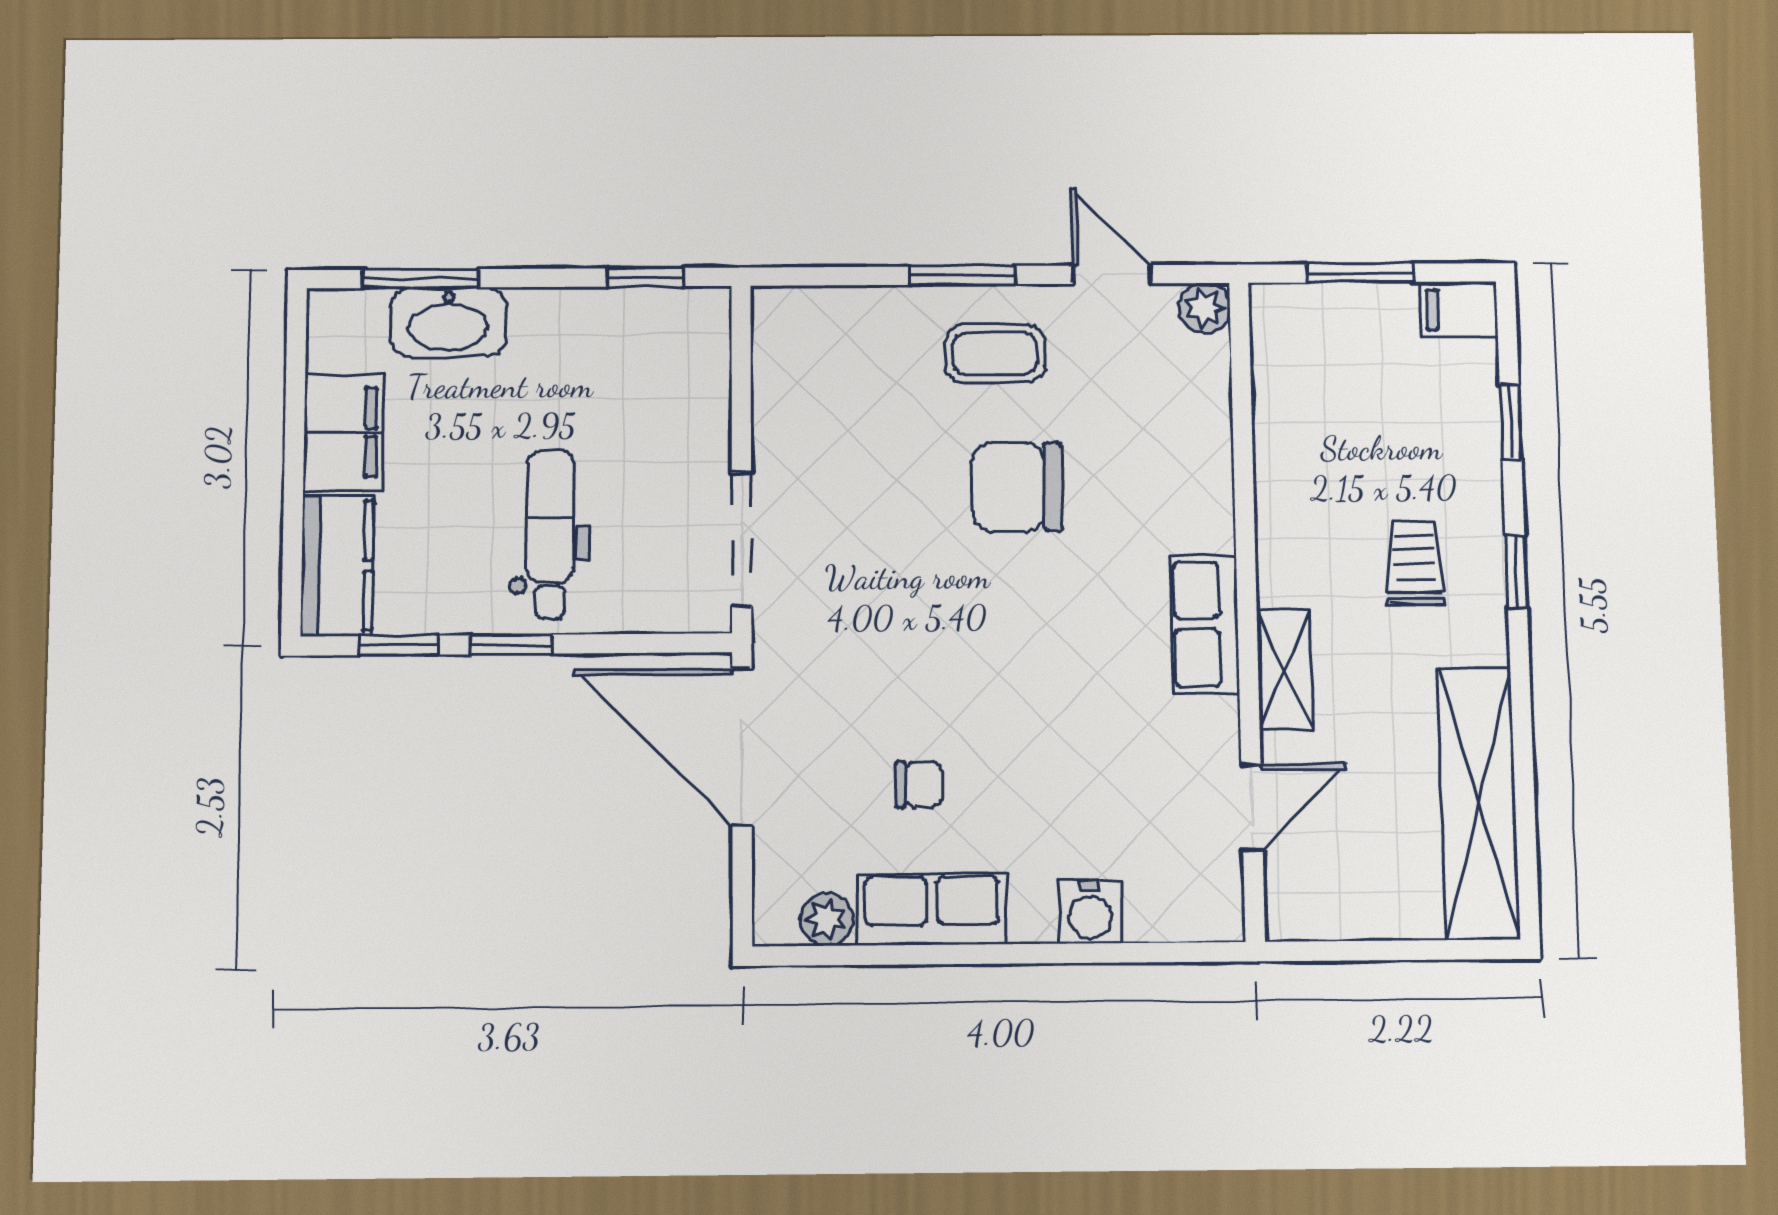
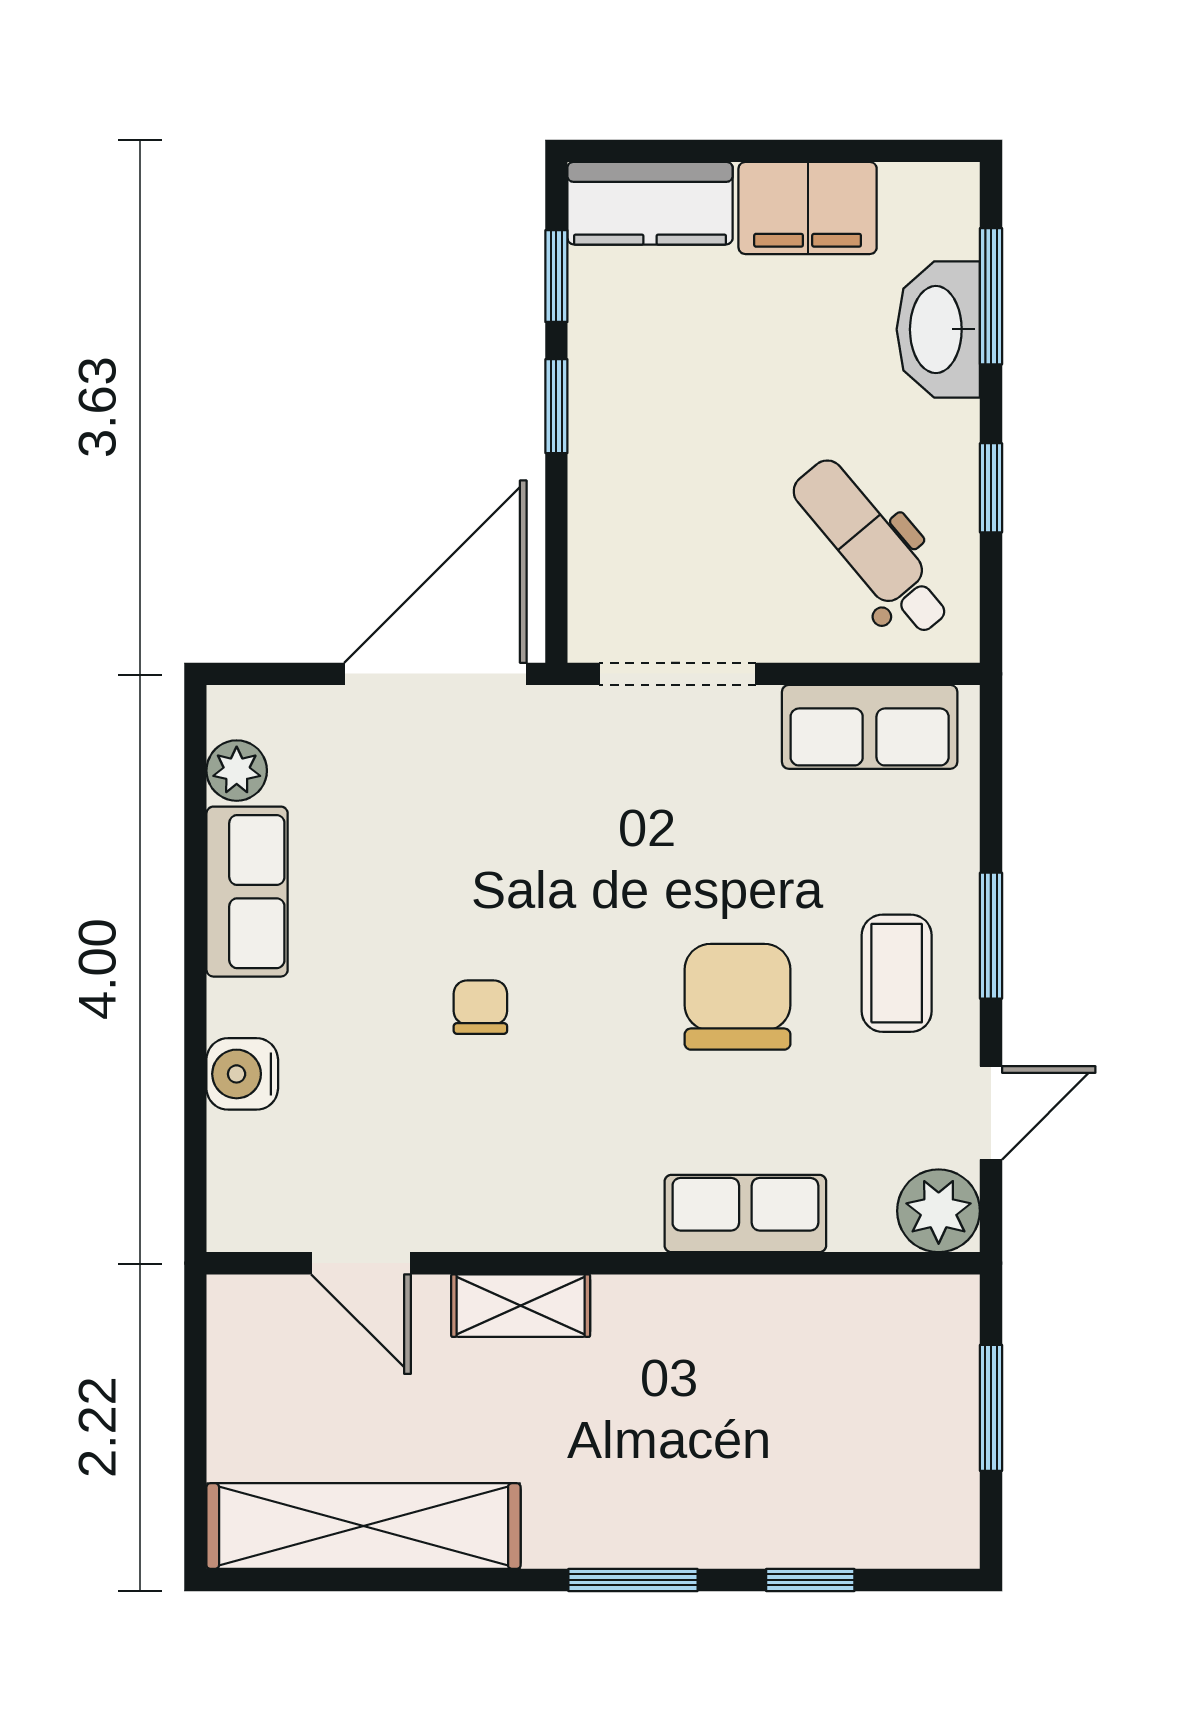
window: (646, 277) -> (991, 488), moved
plant: (1205, 308) -> (939, 1211), width x1.38, depth x1.38
filing cabinet: (1459, 310) -> (946, 1523), removed
row of seats: (786, 377) -> (870, 727), added
dental chair: (550, 534) -> (872, 547), moved, turned -130
trolley: (1414, 563) -> (644, 1461), removed
window: (1516, 572) -> (633, 1580), width x1.50
row of seats: (1205, 624) -> (745, 1214), moved
chair: (919, 784) -> (480, 1007), moved, turned 180

